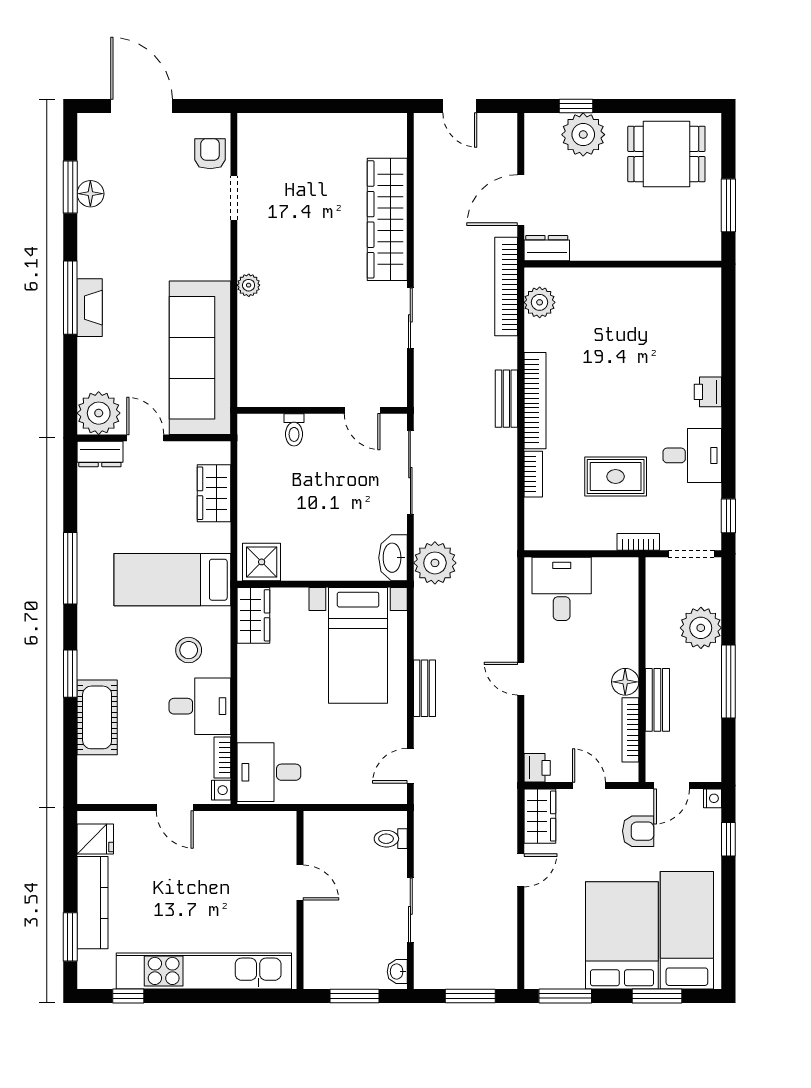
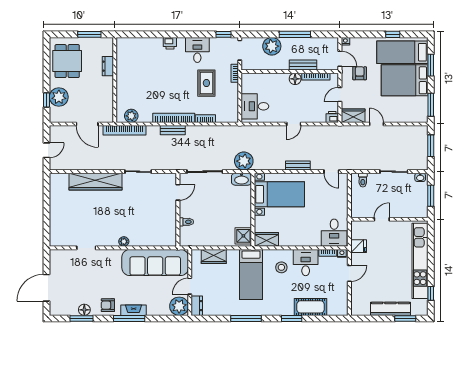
armchair: (210, 154) -> (108, 305), moved
dresser: (547, 248) -> (108, 66), moved
fridge: (95, 839) -> (359, 246), moved, turned 90
window: (728, 839) -> (393, 34), moved

